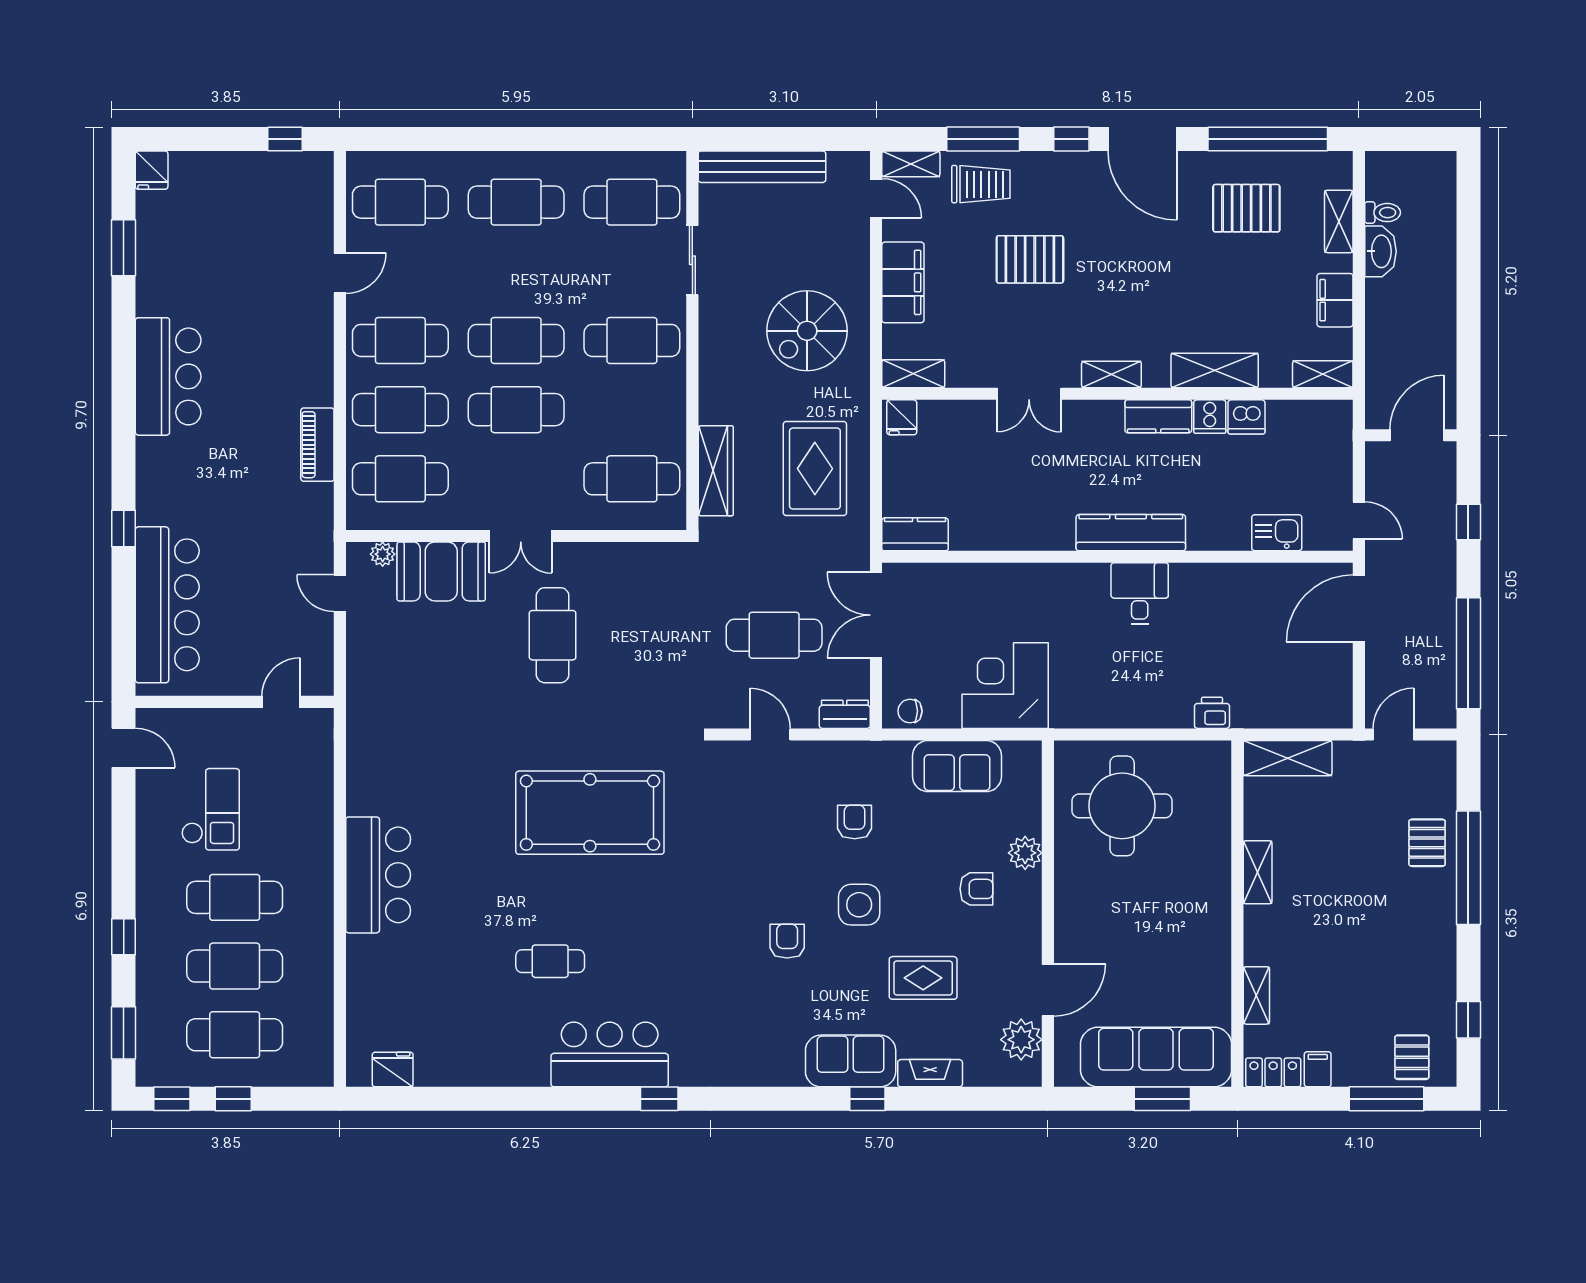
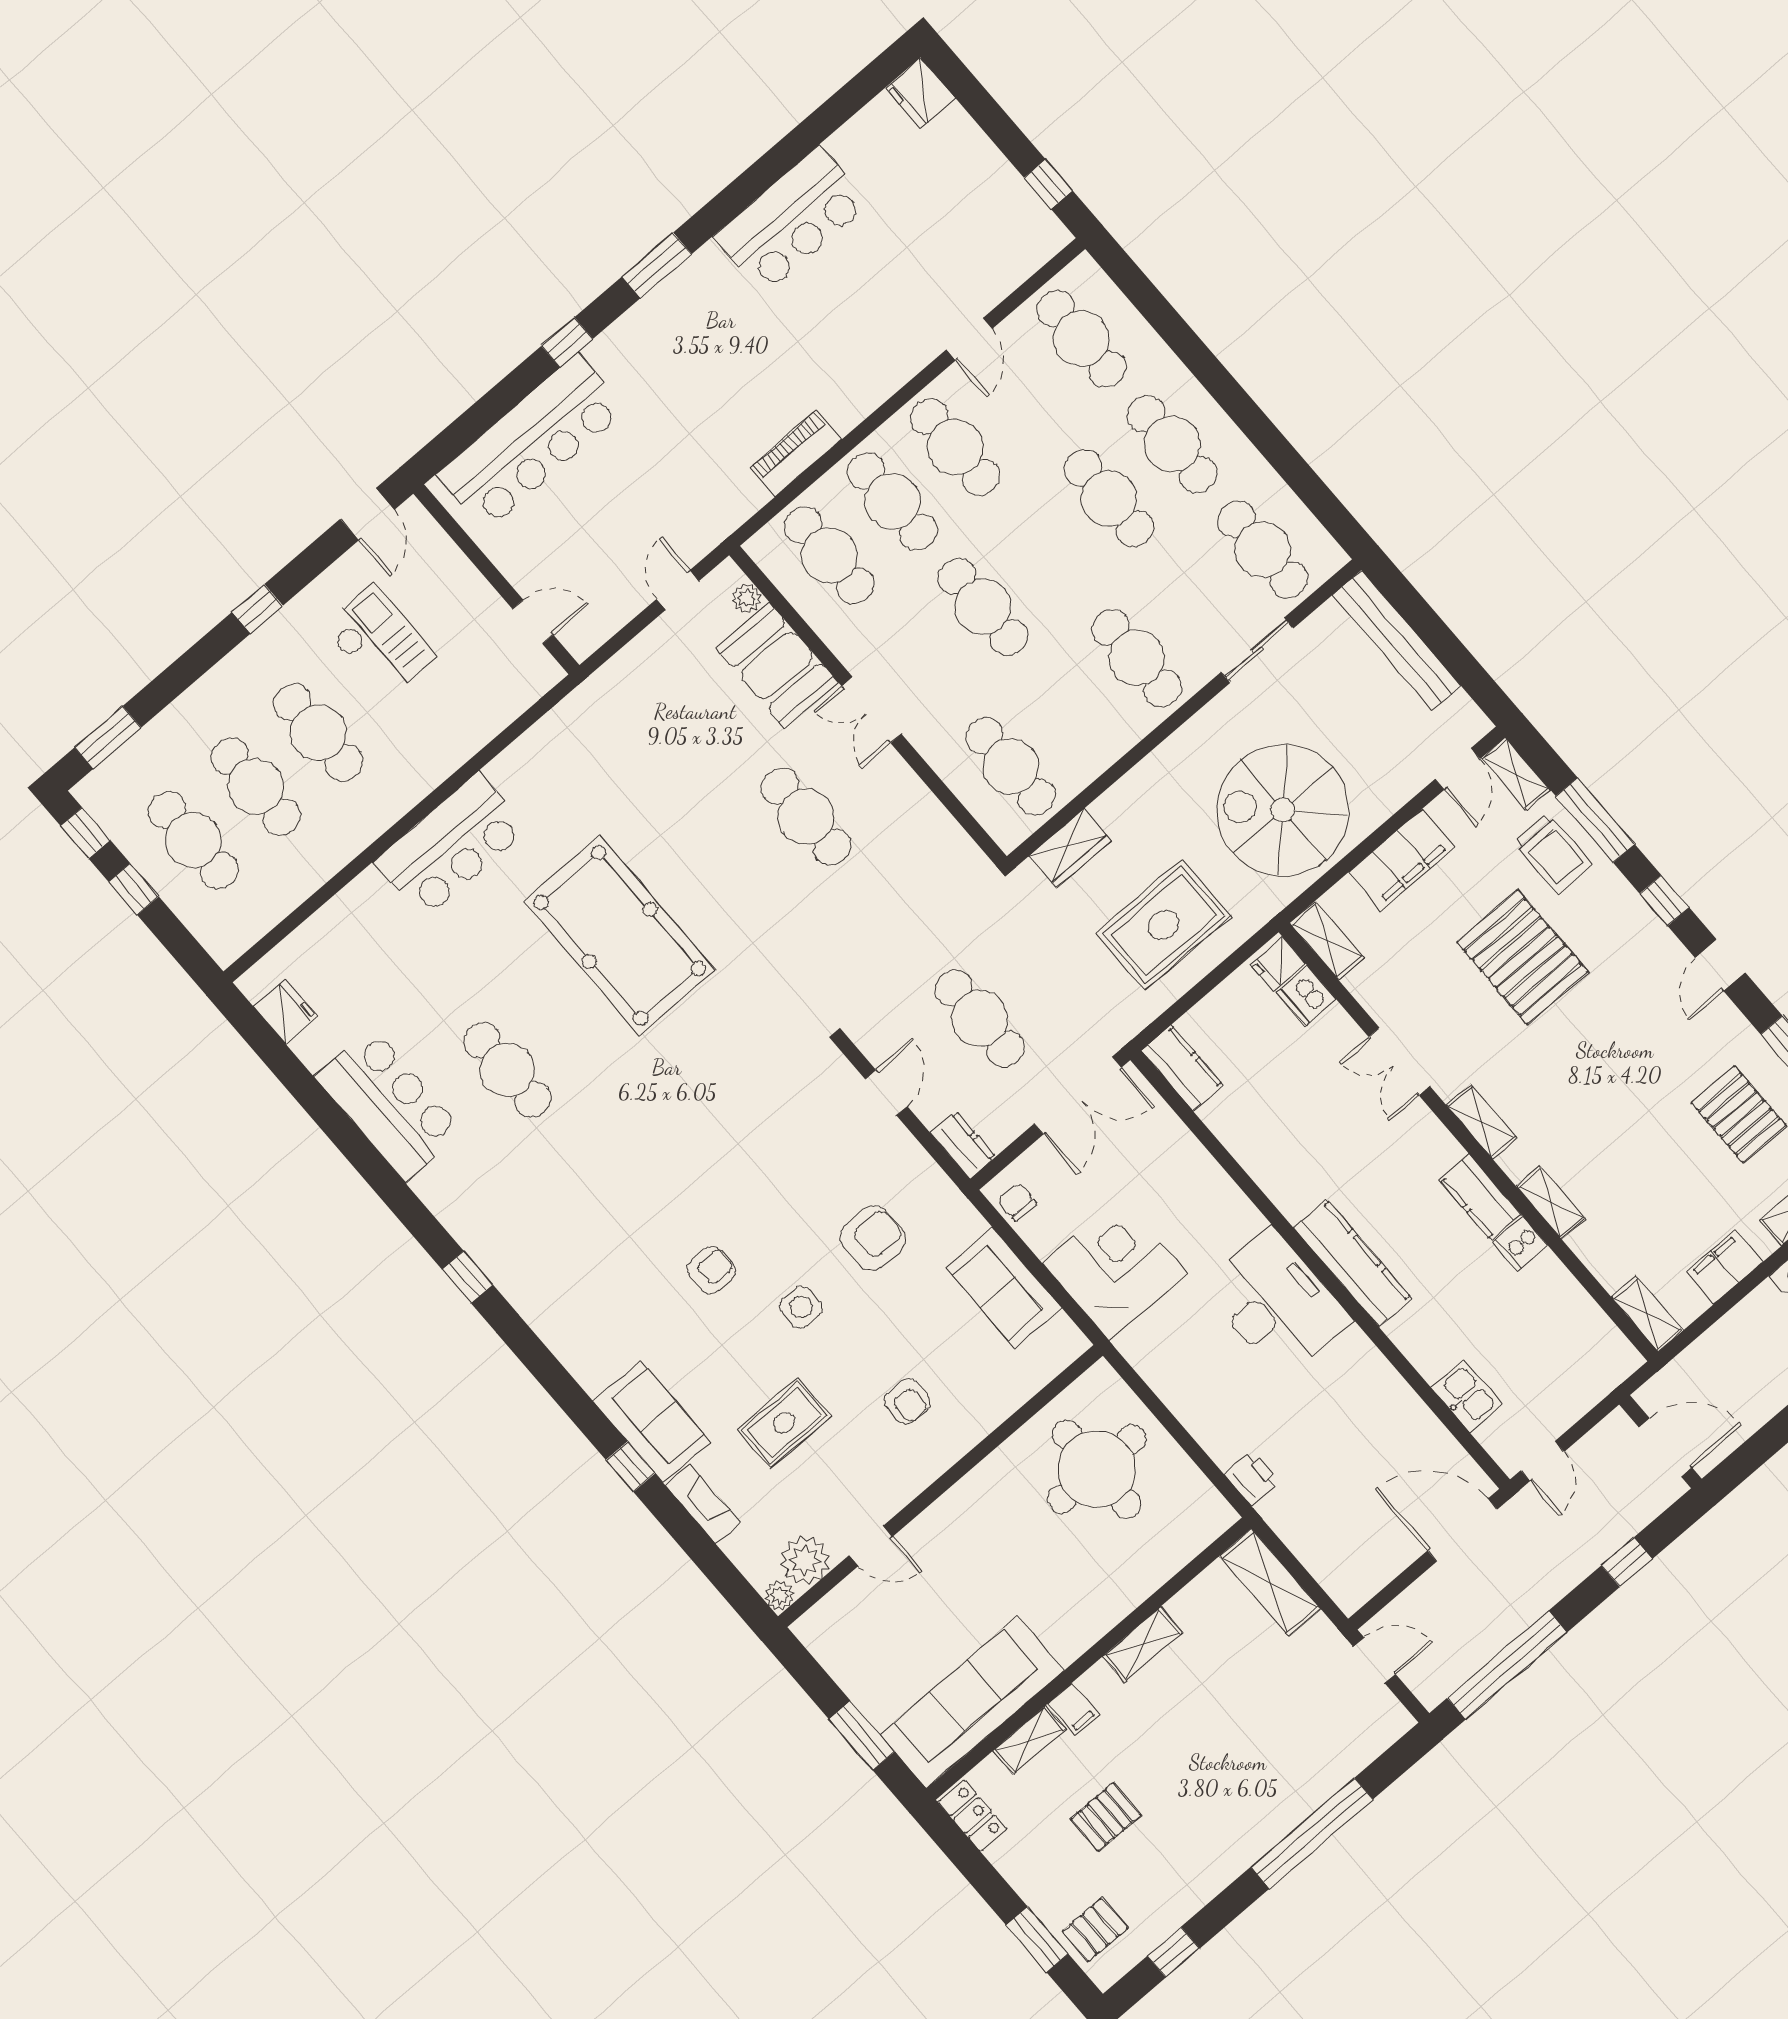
door: (1142, 139) -> (1720, 965), width x0.53
fridge: (152, 170) -> (920, 93), width x1.38
window: (124, 248) -> (657, 265), moved
pallet: (1030, 259) -> (1522, 957), width x1.37, depth x1.41
door: (340, 273) -> (969, 339), hinge flipped
spiral stairs: (807, 331) -> (1283, 810), width x1.37, depth x1.37
cafe table: (516, 340) -> (1109, 498), moved
shelving: (1215, 370) -> (1551, 1202), width x0.67, depth x0.75
bar counter: (168, 376) -> (791, 220), moved
dishwasher: (1246, 417) -> (1306, 996), moved
wardrobe: (716, 471) -> (1070, 848), width x0.67
desk: (1140, 593) -> (1276, 1303), width x1.87, depth x1.30
double door: (876, 615) -> (1078, 1096), swing flipped
cafe table: (553, 635) -> (806, 817), turned 90
checkout: (211, 809) -> (380, 642), turned -90
pool table: (590, 813) -> (620, 935), moved
armchair: (855, 822) -> (873, 1238), width x1.38, depth x1.38
pallet: (1427, 843) -> (1106, 1817), moved
plant: (1025, 853) -> (780, 1596), moved, width x0.73, depth x0.73
side table: (859, 905) -> (801, 1307), width x0.73, depth x0.73
window: (124, 937) -> (257, 609), moved
cafe table: (550, 961) -> (507, 1070), width x1.37, depth x1.35
rug: (923, 978) -> (784, 1423), turned 90
door: (1048, 990) -> (871, 1546), width x0.73
bar counter: (610, 1054) -> (389, 1104), moved
sofa: (1156, 1057) -> (972, 1703), moved, turned -90
filing cabinet: (1318, 1069) -> (1074, 1709), moved, turned 90
window: (1386, 1099) -> (1037, 1939), width x0.69

